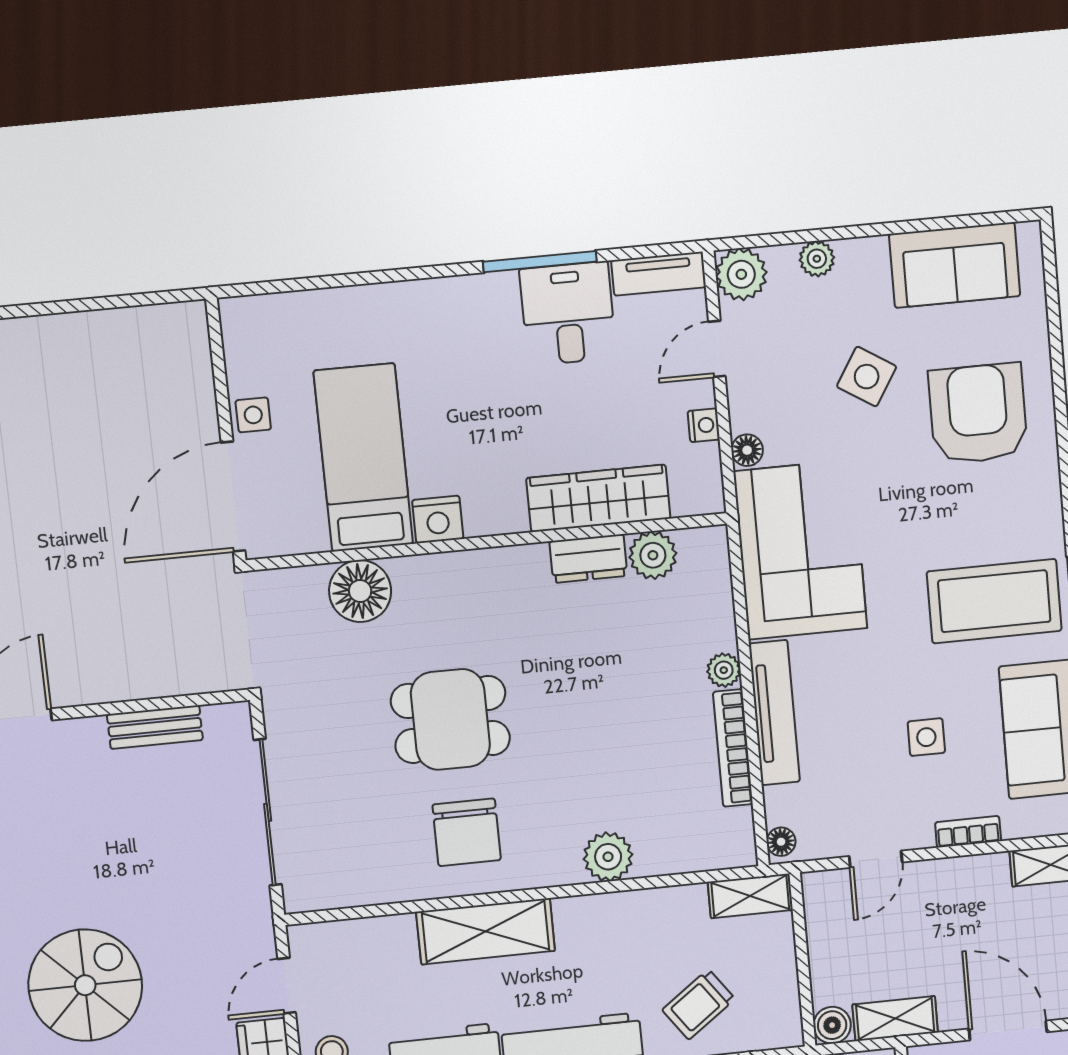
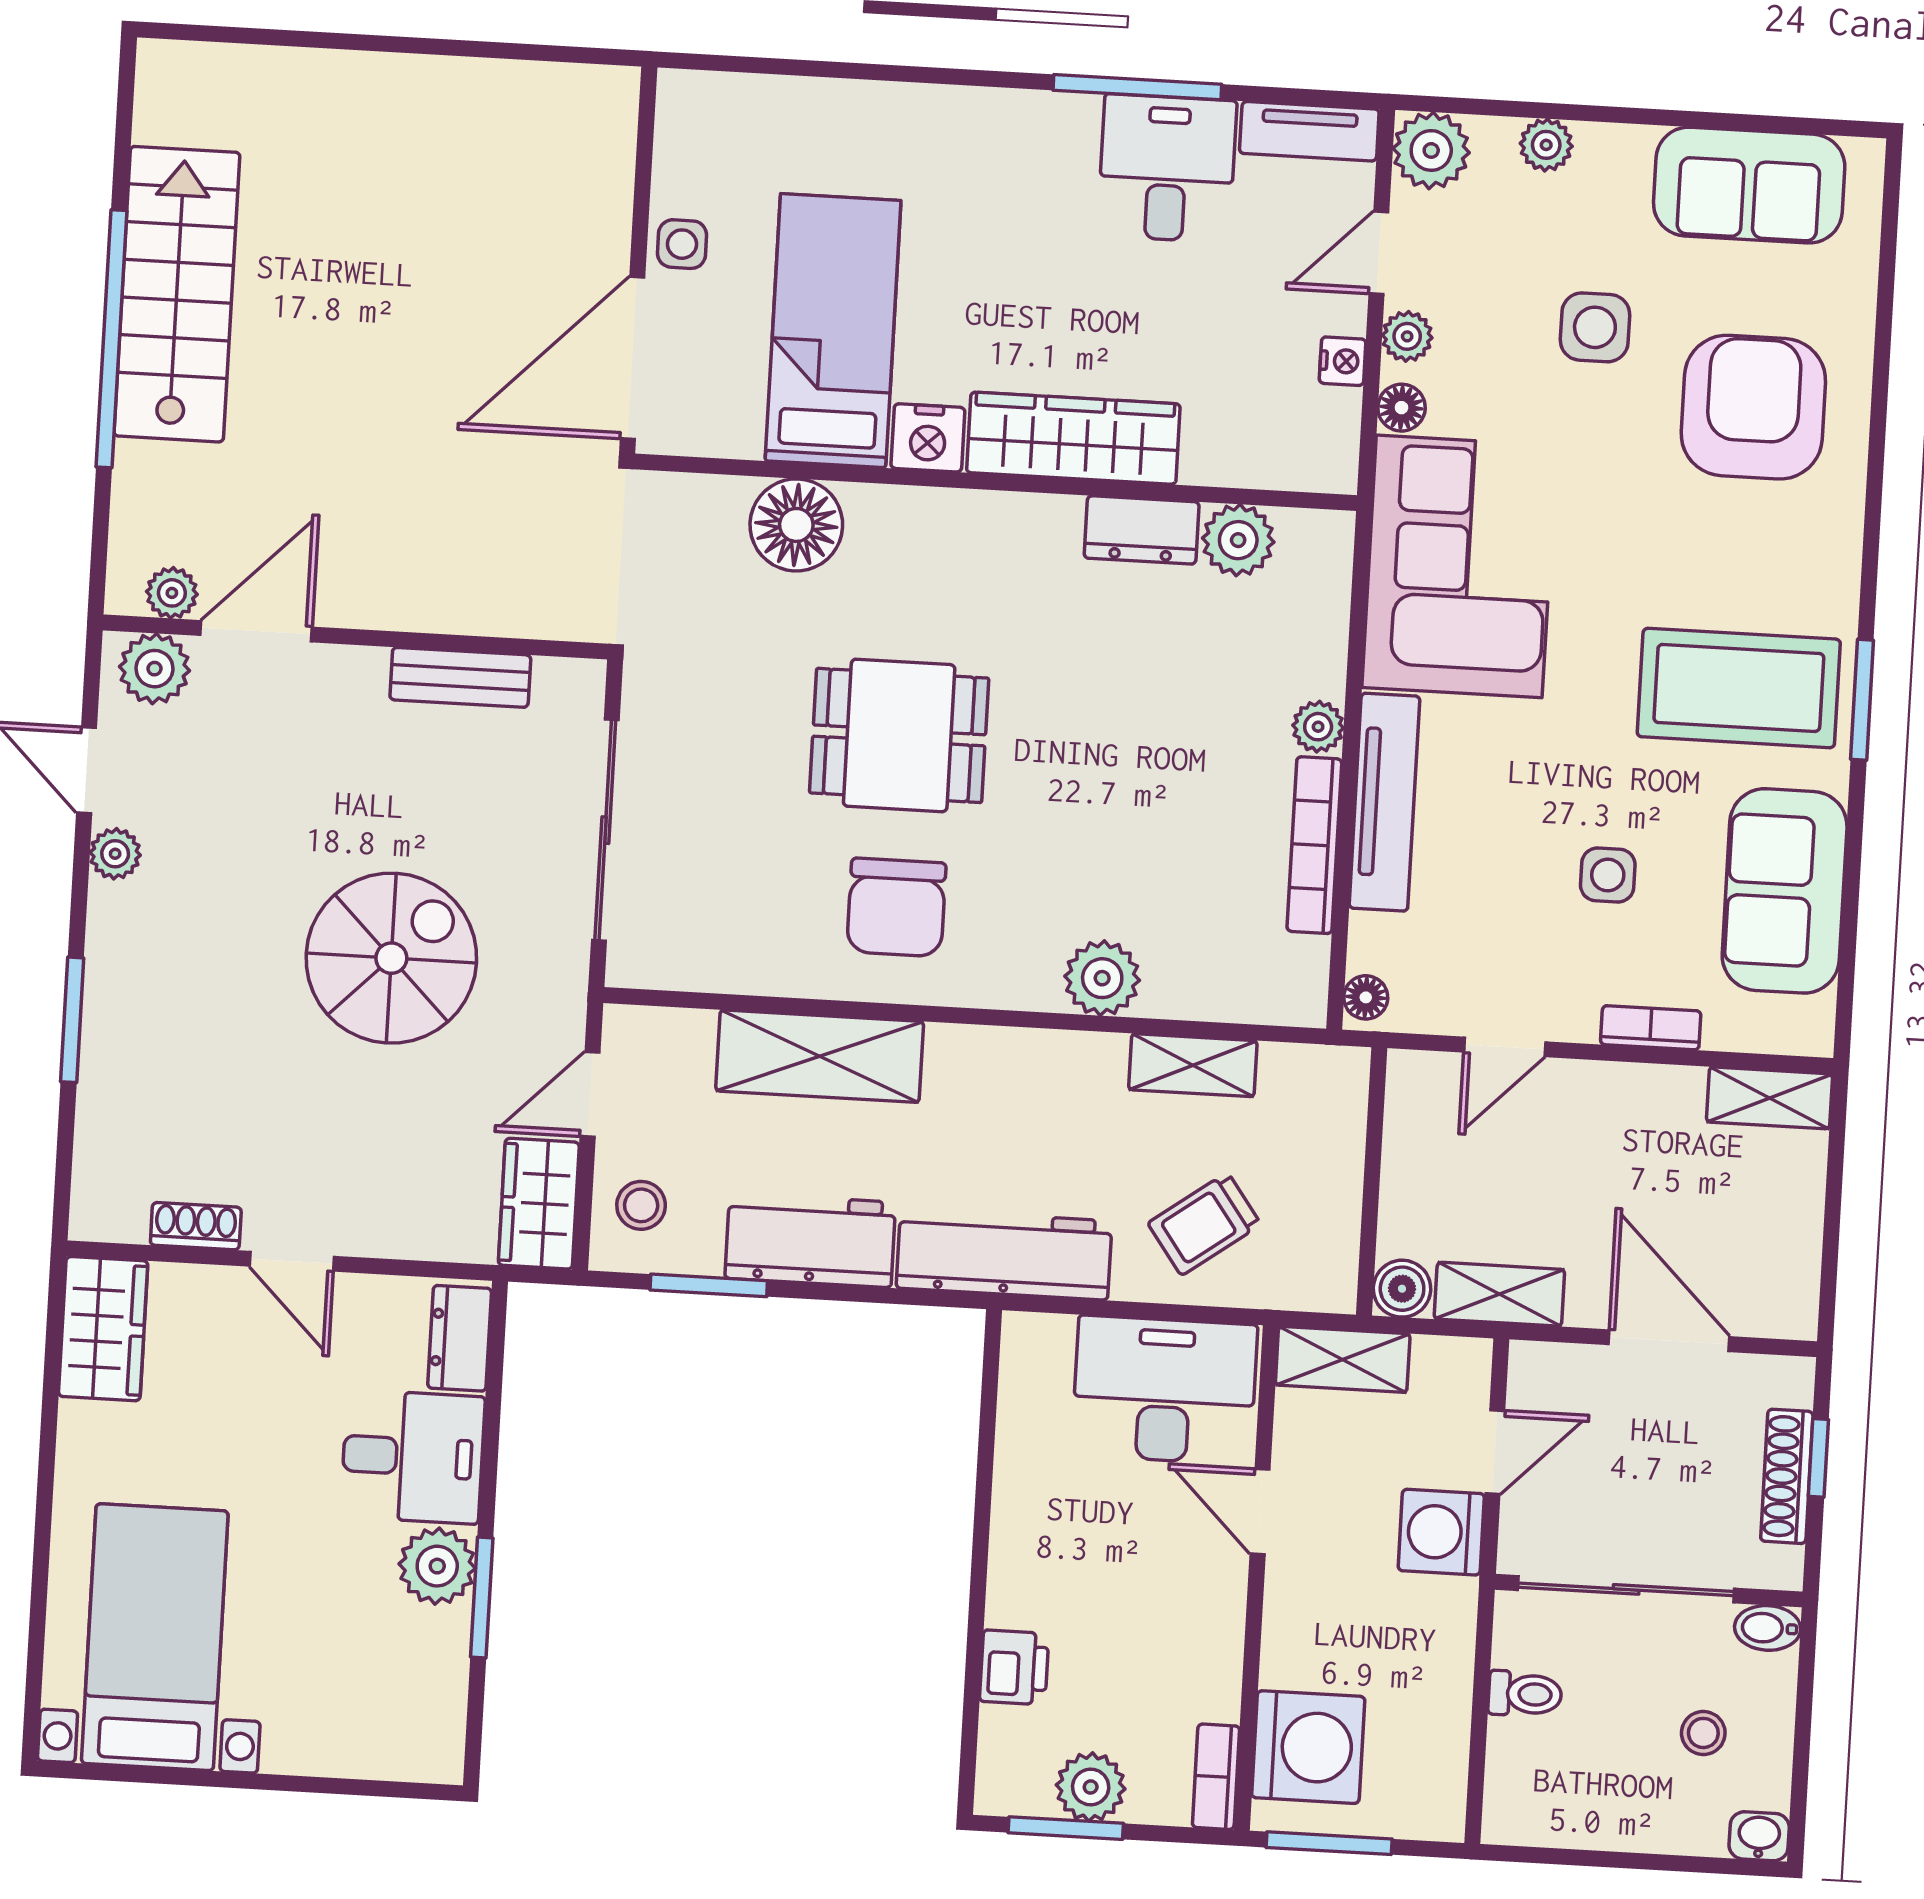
side table: (867, 377) -> (1595, 327), turned -32
plant: (744, 402) -> (1407, 336), added
wardrobe: (598, 498) -> (1073, 438), moved
shelving: (750, 896) -> (1193, 1065), moved
shelving: (486, 931) -> (820, 1056), moved
spiral stairs: (85, 985) -> (391, 958), moved

